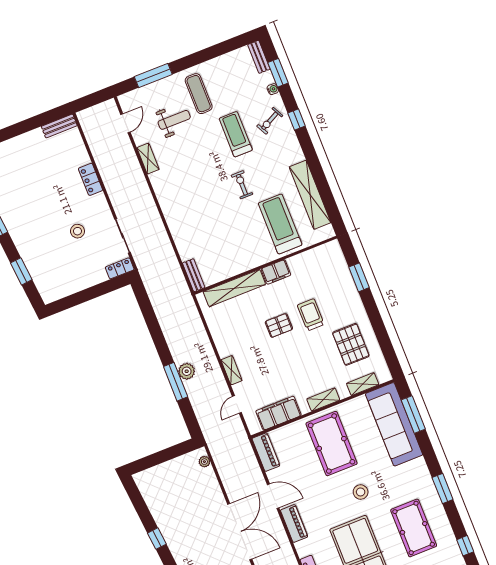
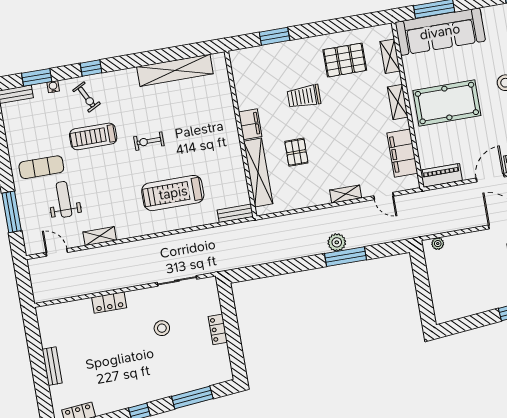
bench: (59, 126) -> (52, 366), moved
treadmill: (280, 224) -> (173, 193), moved
locker: (120, 268) -> (218, 329), moved
window: (21, 271) -> (192, 398), width x1.44
pallet: (279, 325) -> (296, 152), moved

